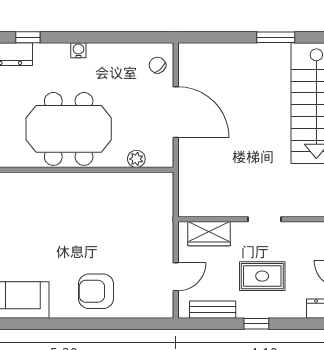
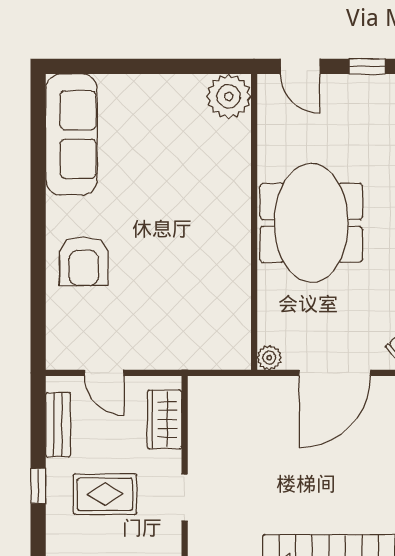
plant: (136, 159) -> (269, 358), moved
rug: (262, 276) -> (105, 494), turned 90
armchair: (96, 291) -> (84, 261), turned 180

